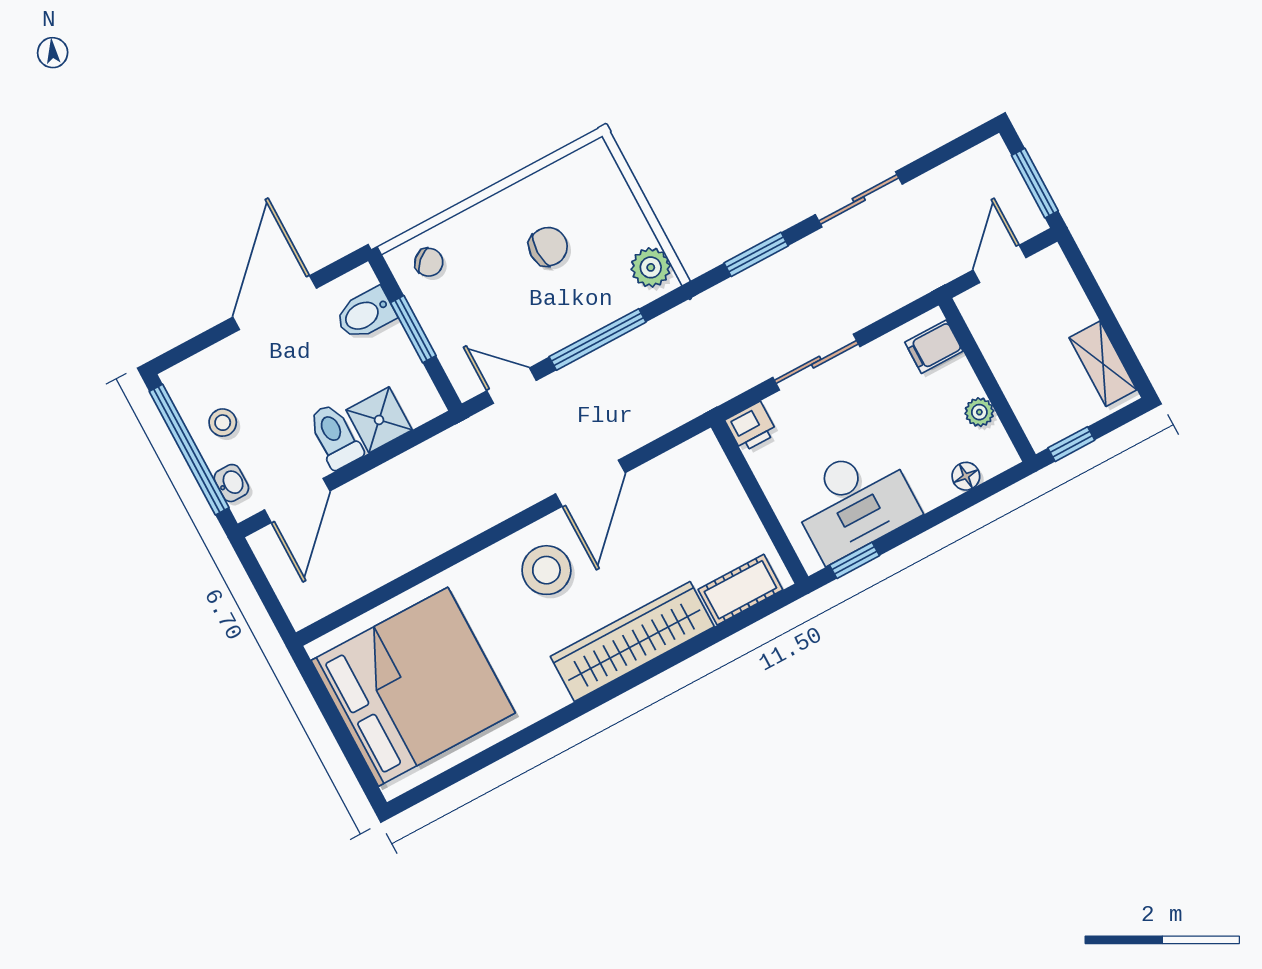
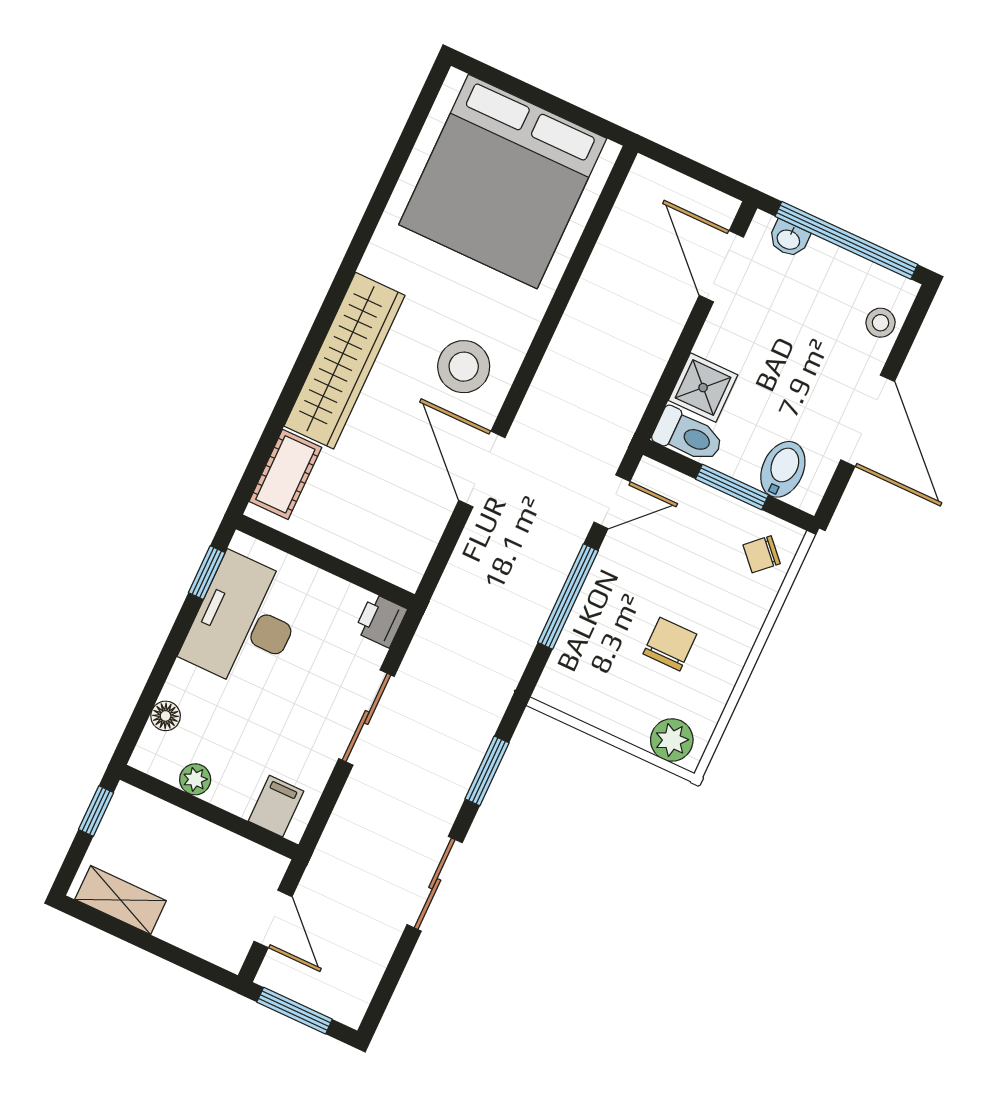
chair: (548, 247) -> (670, 644), turned 180
plant: (651, 267) -> (672, 740), moved
stool: (223, 423) -> (881, 323), moved
toilet: (335, 436) -> (688, 436), moved

